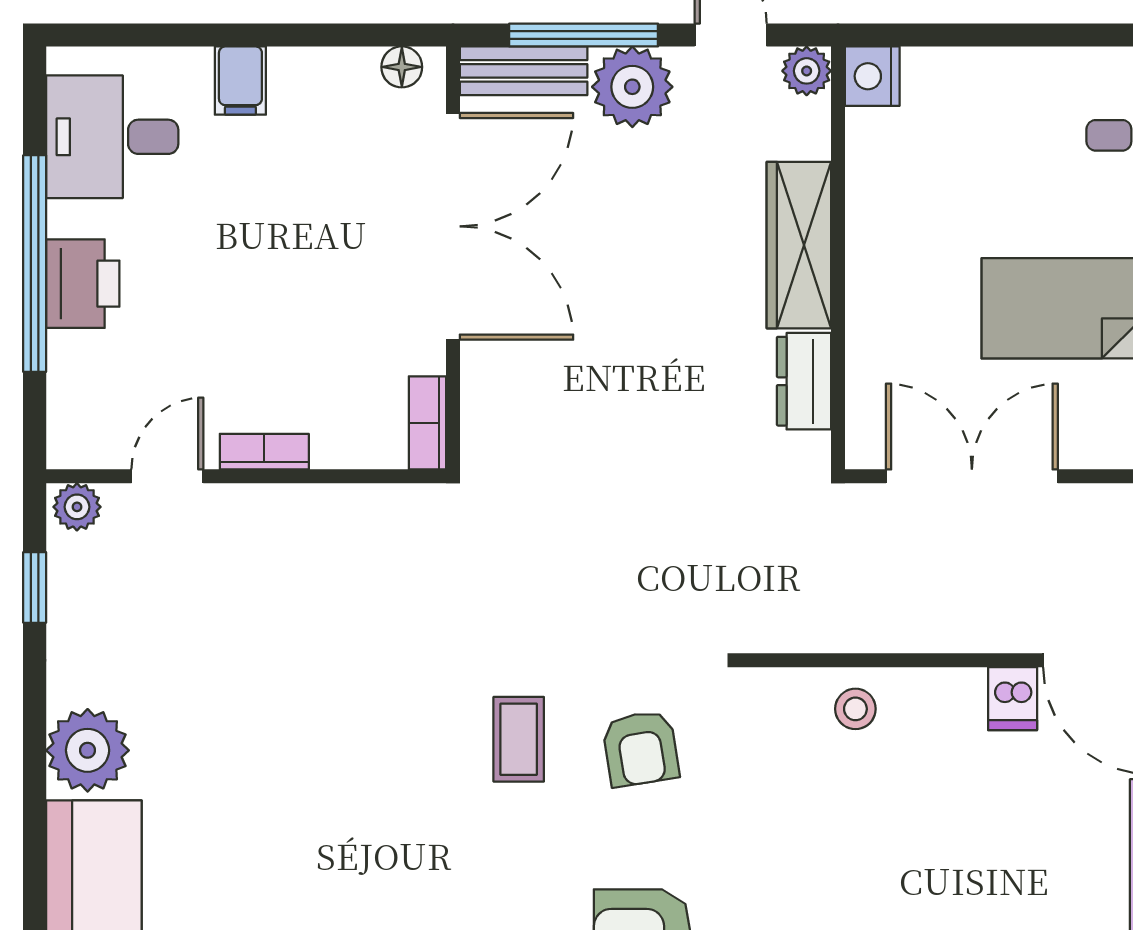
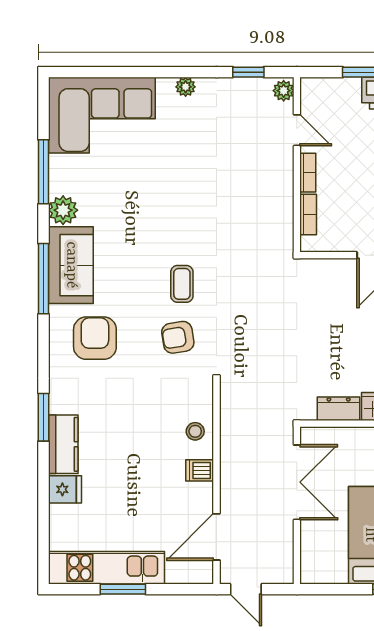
bookcase: (427, 423) -> (308, 214), moved, turned 90
dishwasher: (1013, 699) -> (200, 470), moved
coffee table: (519, 739) -> (182, 284), turned 90
plant: (88, 750) -> (186, 87), width x0.53, depth x0.53

